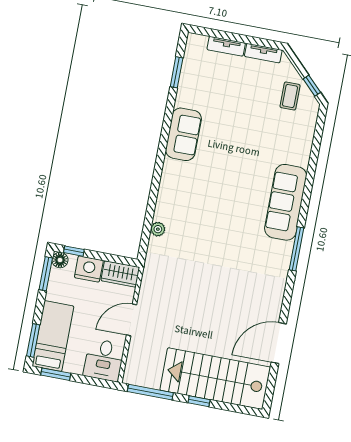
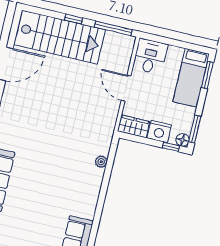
door: (132, 320) -> (126, 88), swing flipped
window: (56, 374) -> (190, 46), removed

